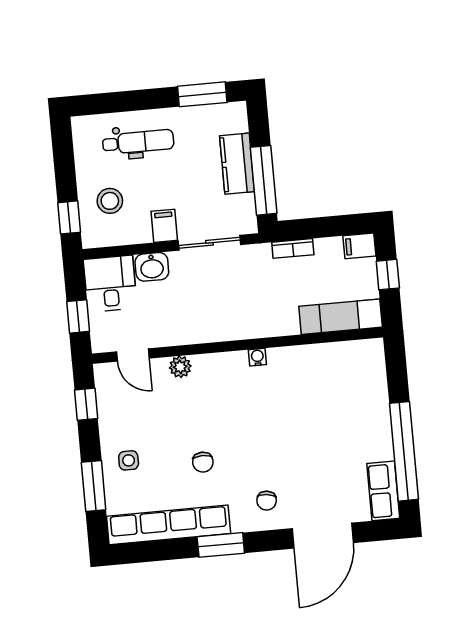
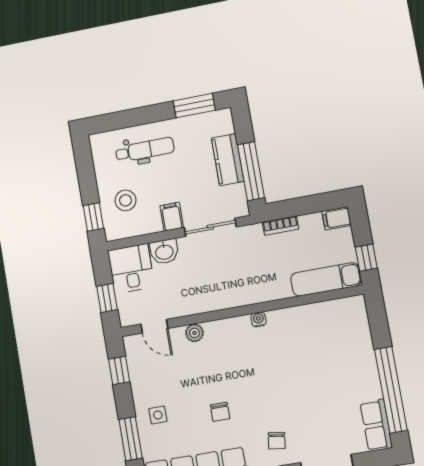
window: (388, 275) -> (366, 258), moved

